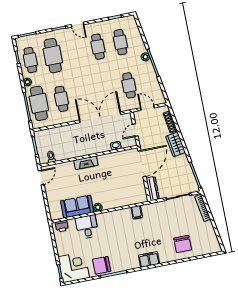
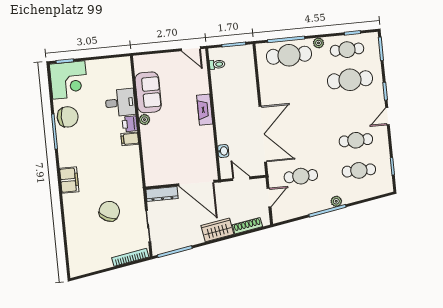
cafe table: (61, 99) -> (292, 85), removed
filing cabinet: (137, 212) -> (130, 139), moved
printer: (62, 226) -> (130, 124), moved
chair: (183, 244) -> (109, 211), moved, turned 116
chair: (102, 265) -> (68, 117), turned 90

